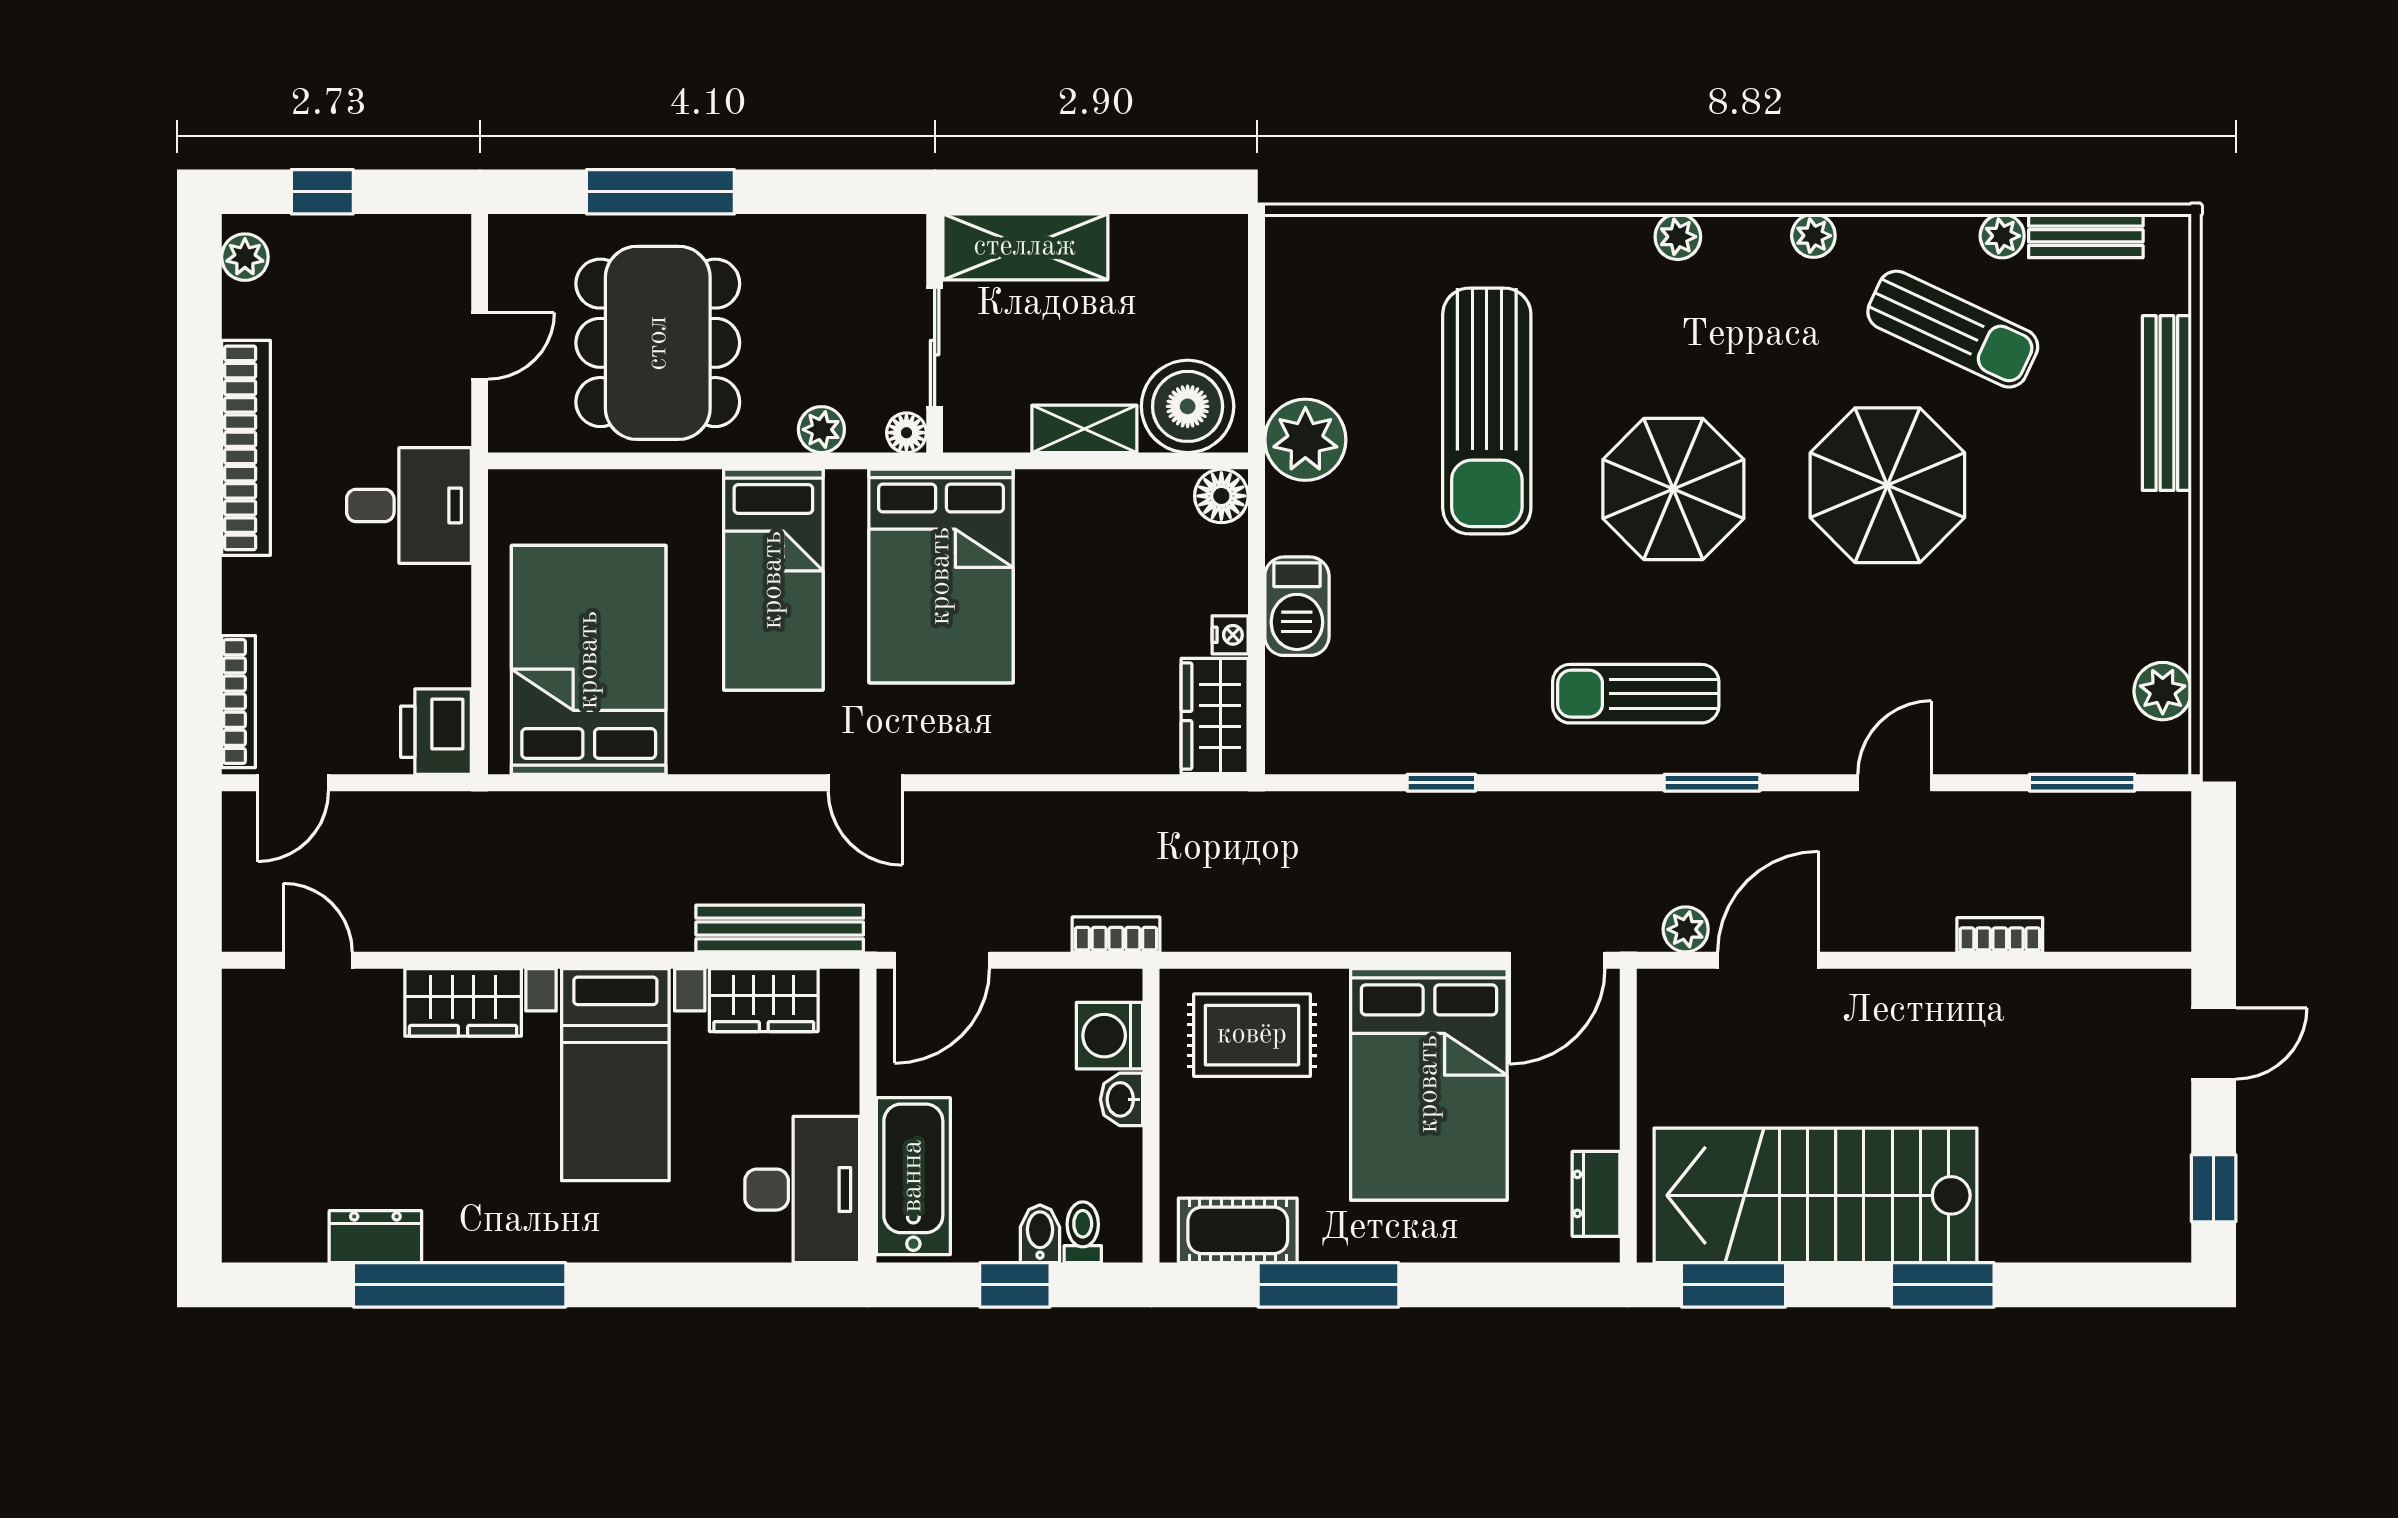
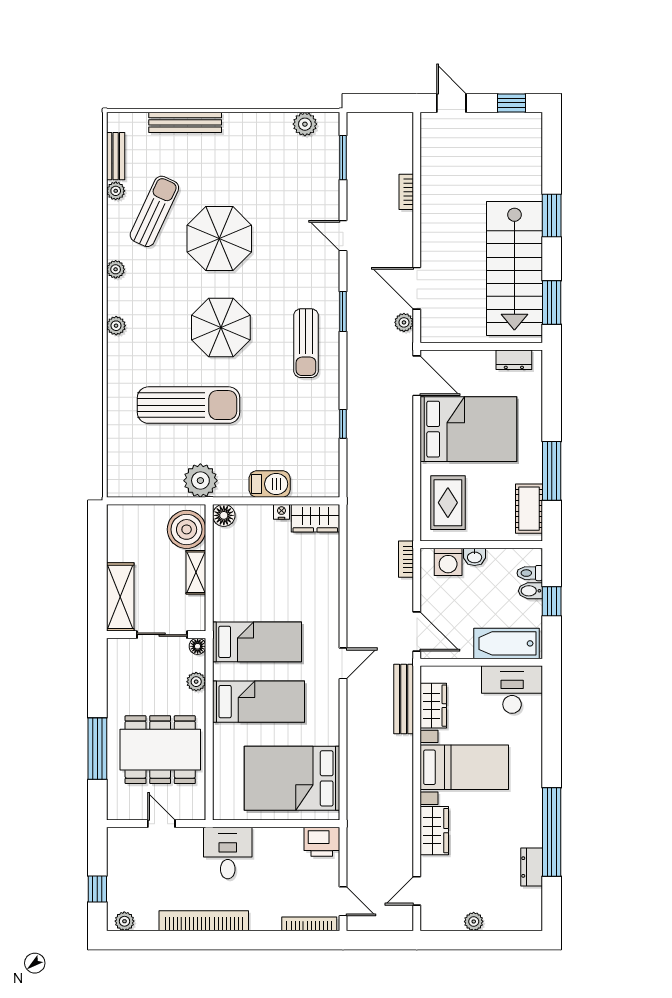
bed: (941, 576) -> (257, 642), width x0.67
plant: (244, 1097) -> (474, 921), added

